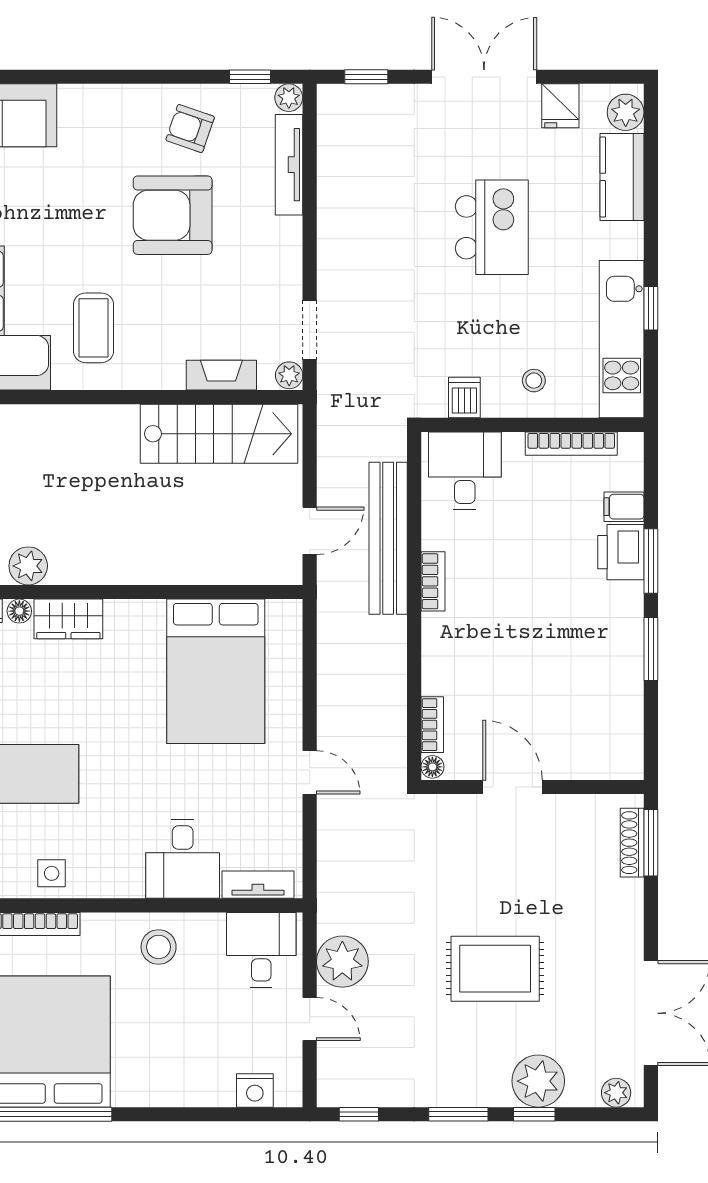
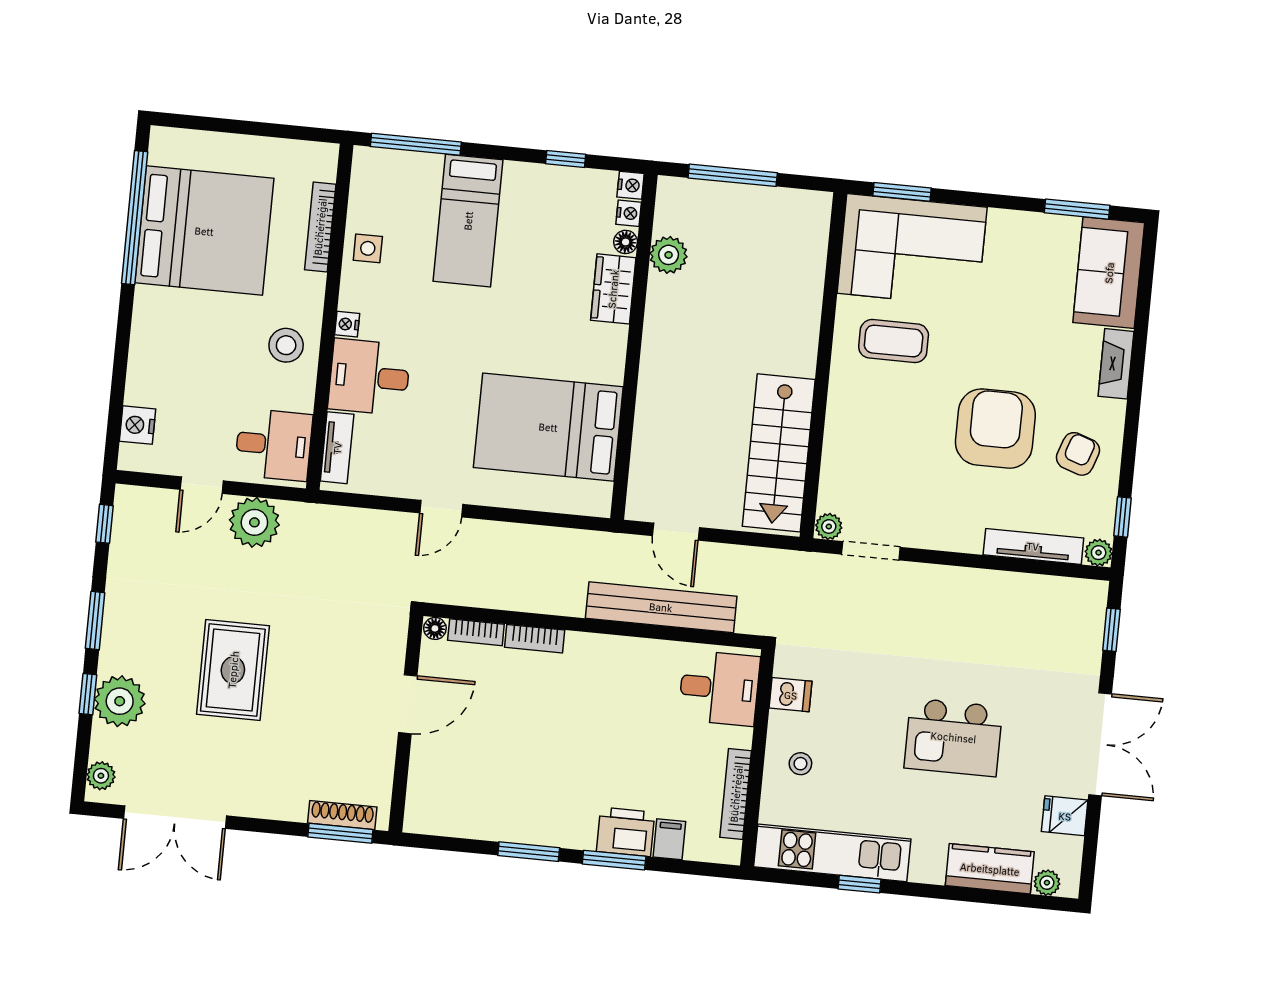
plant: (626, 112) -> (1047, 883), width x0.73, depth x0.73
fireplace: (221, 375) -> (1116, 364), moved, turned 180
bookcase: (433, 581) -> (535, 639), moved
nightstand: (131, 887) -> (347, 324), added

